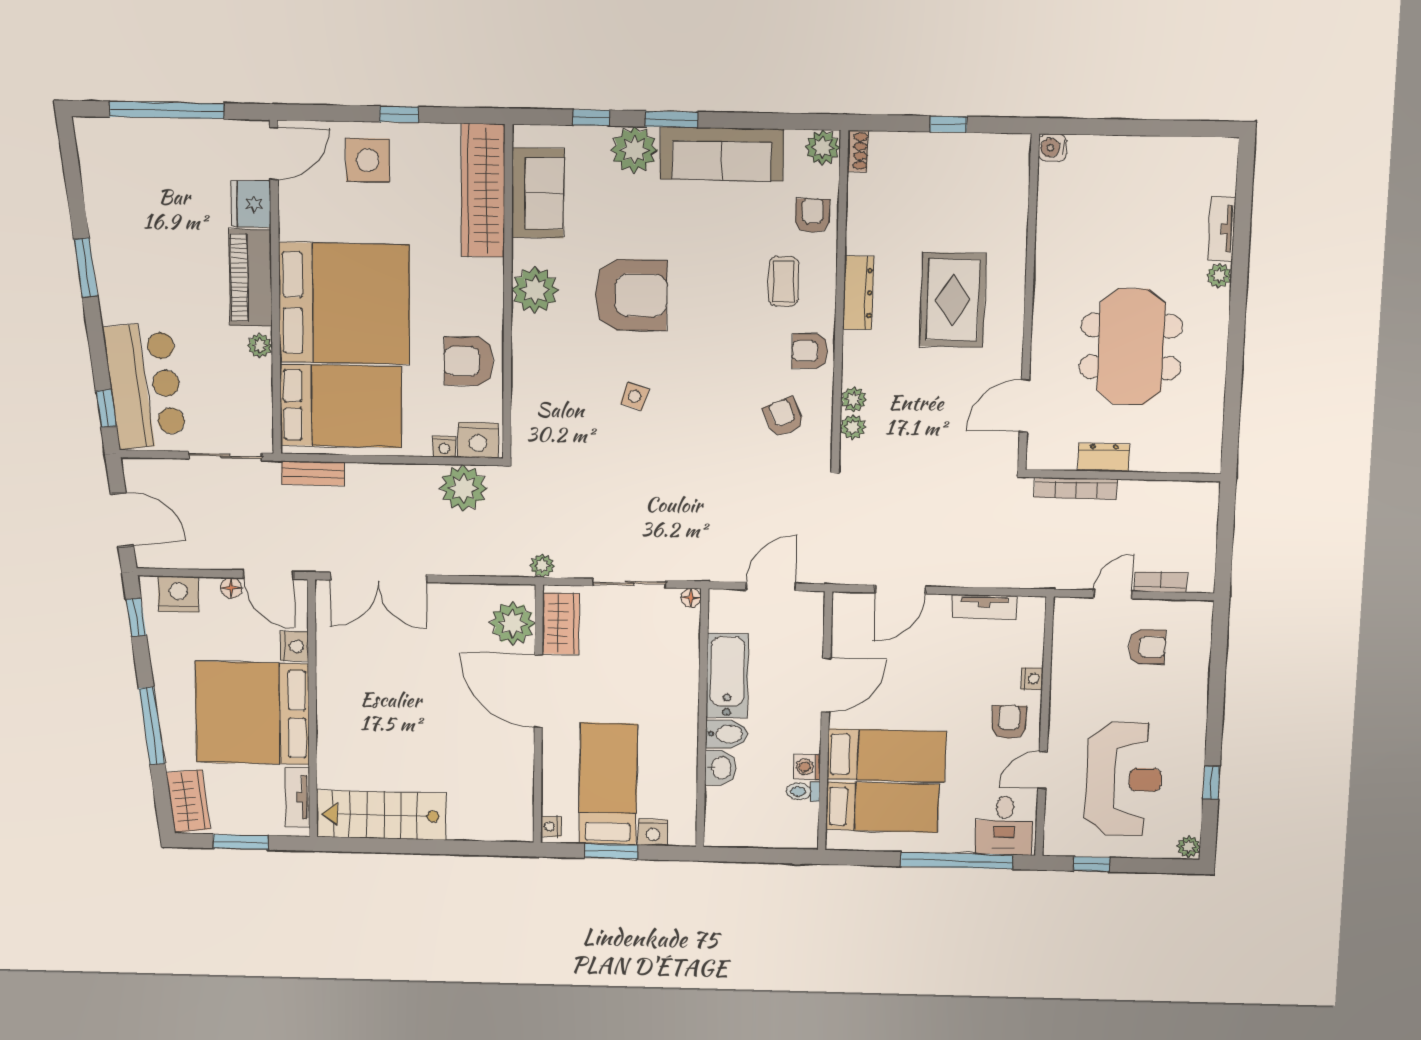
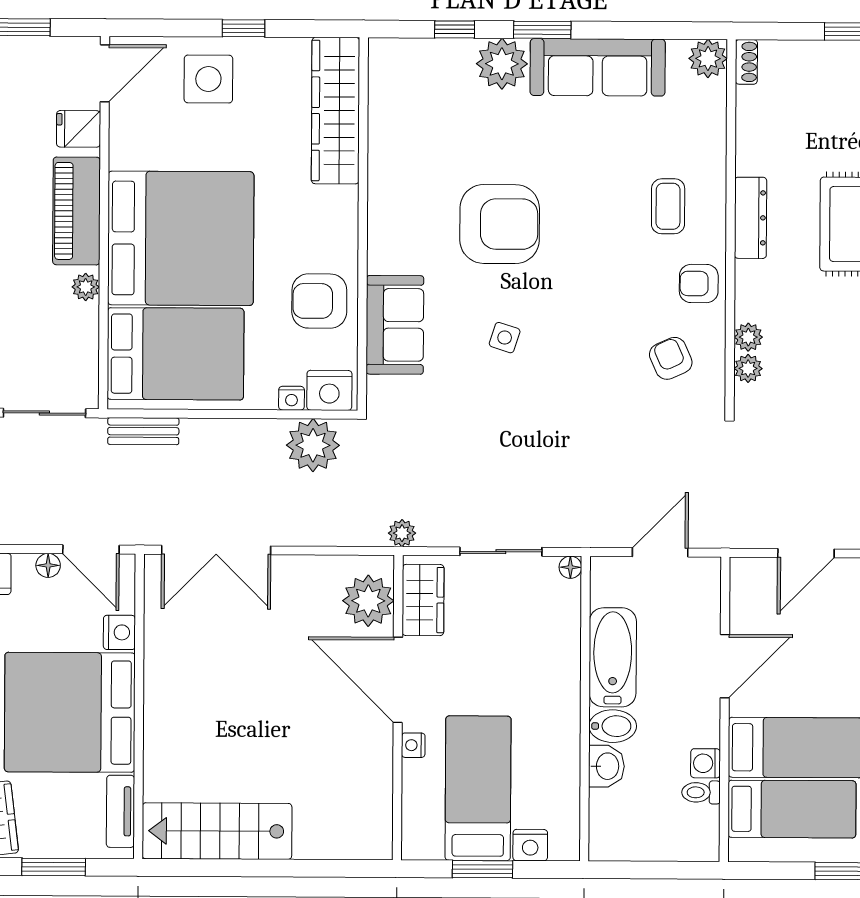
sofa: (538, 193) -> (395, 325), moved
fridge: (251, 204) -> (79, 129), width x0.72
armchair: (813, 216) -> (698, 133), removed
plant: (535, 290) -> (393, 220), removed
nightstand: (551, 827) -> (413, 745), moved

